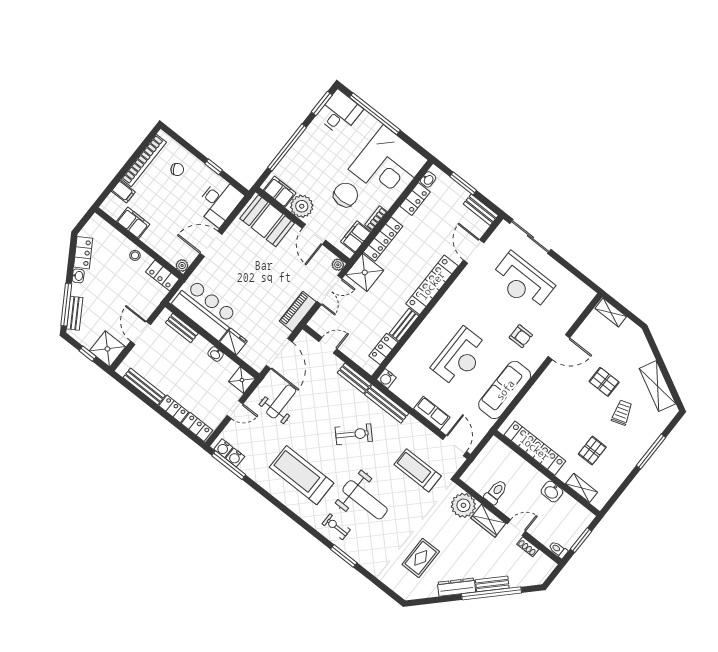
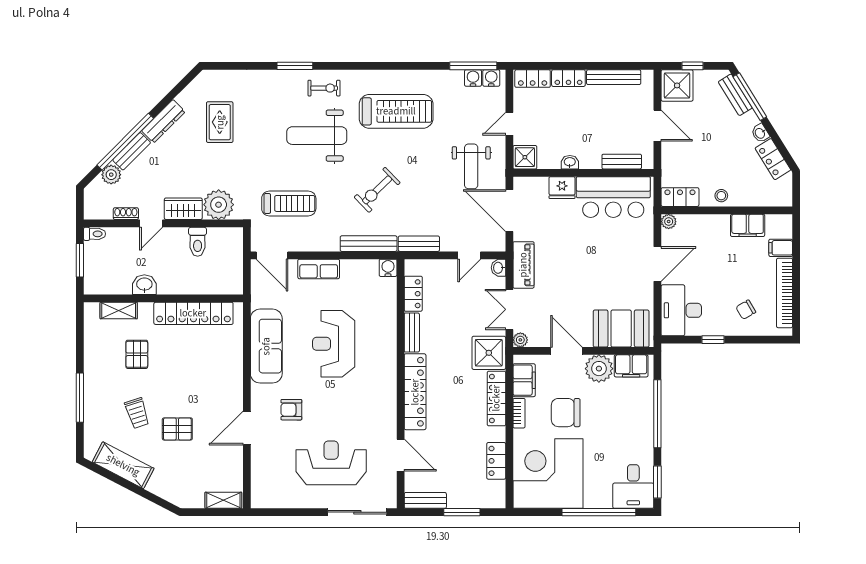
washbasin: (428, 179) -> (498, 268), moved
chair: (346, 195) -> (566, 413), turned 90
plant: (517, 579) -> (111, 175), added

